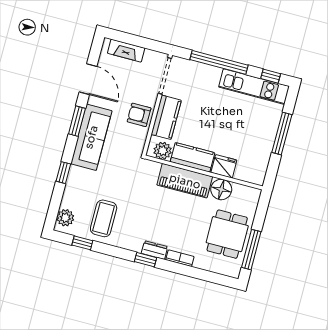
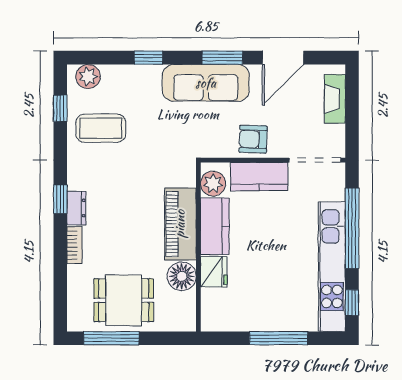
kitchen unit: (254, 87) -> (332, 267), width x1.36
armchair: (139, 115) -> (253, 139), turned -88

